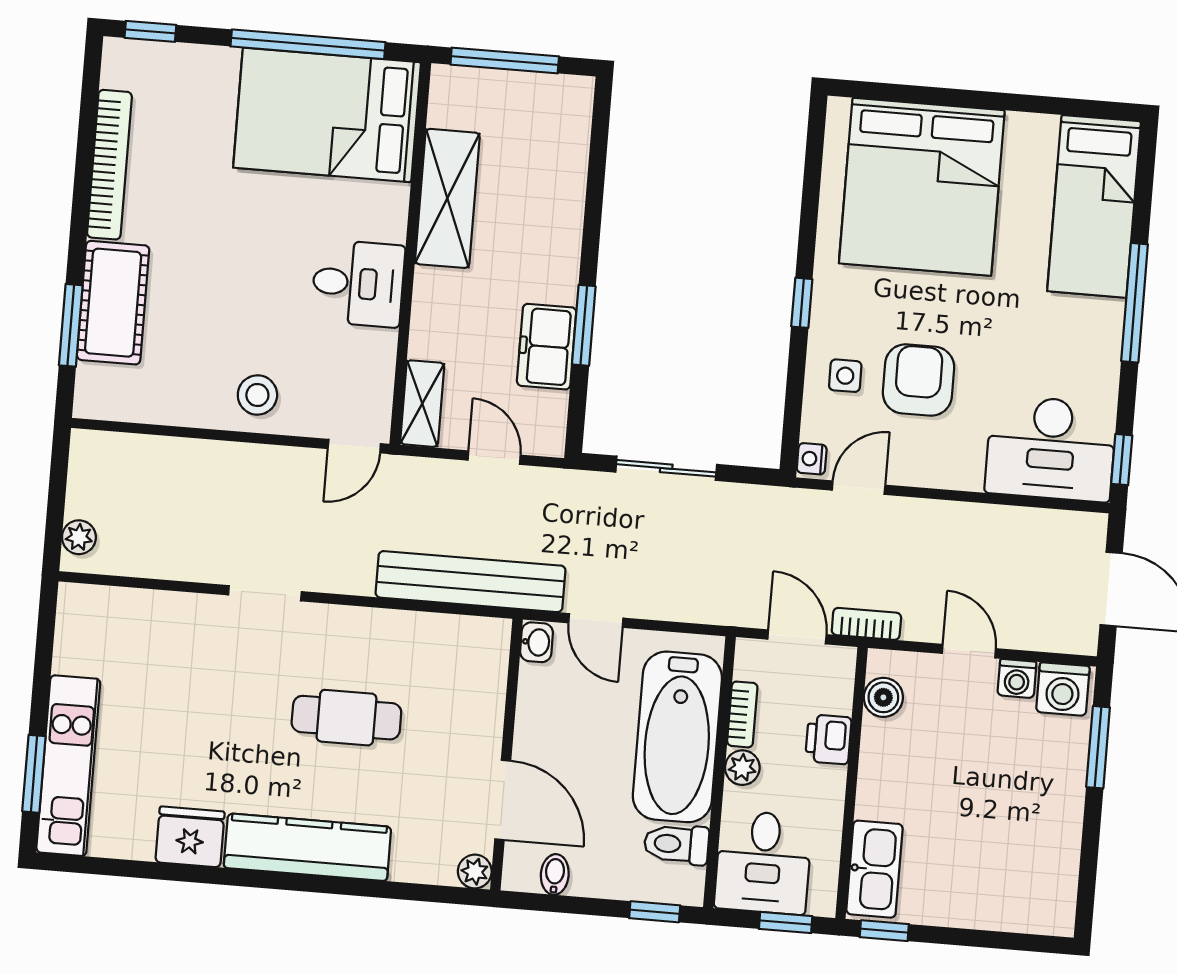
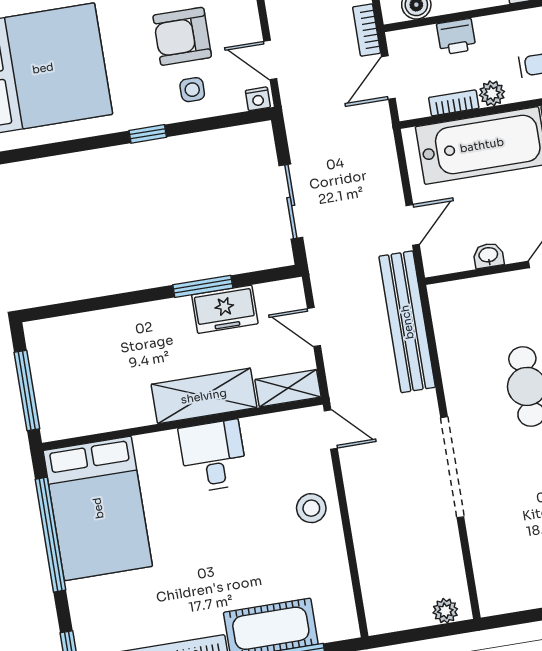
shelving: (447, 198) -> (204, 396), moved
door: (494, 458) -> (314, 327), hinge flipped
doorway: (265, 593) -> (452, 467), width x1.87
washbasin: (537, 642) -> (488, 255), moved

